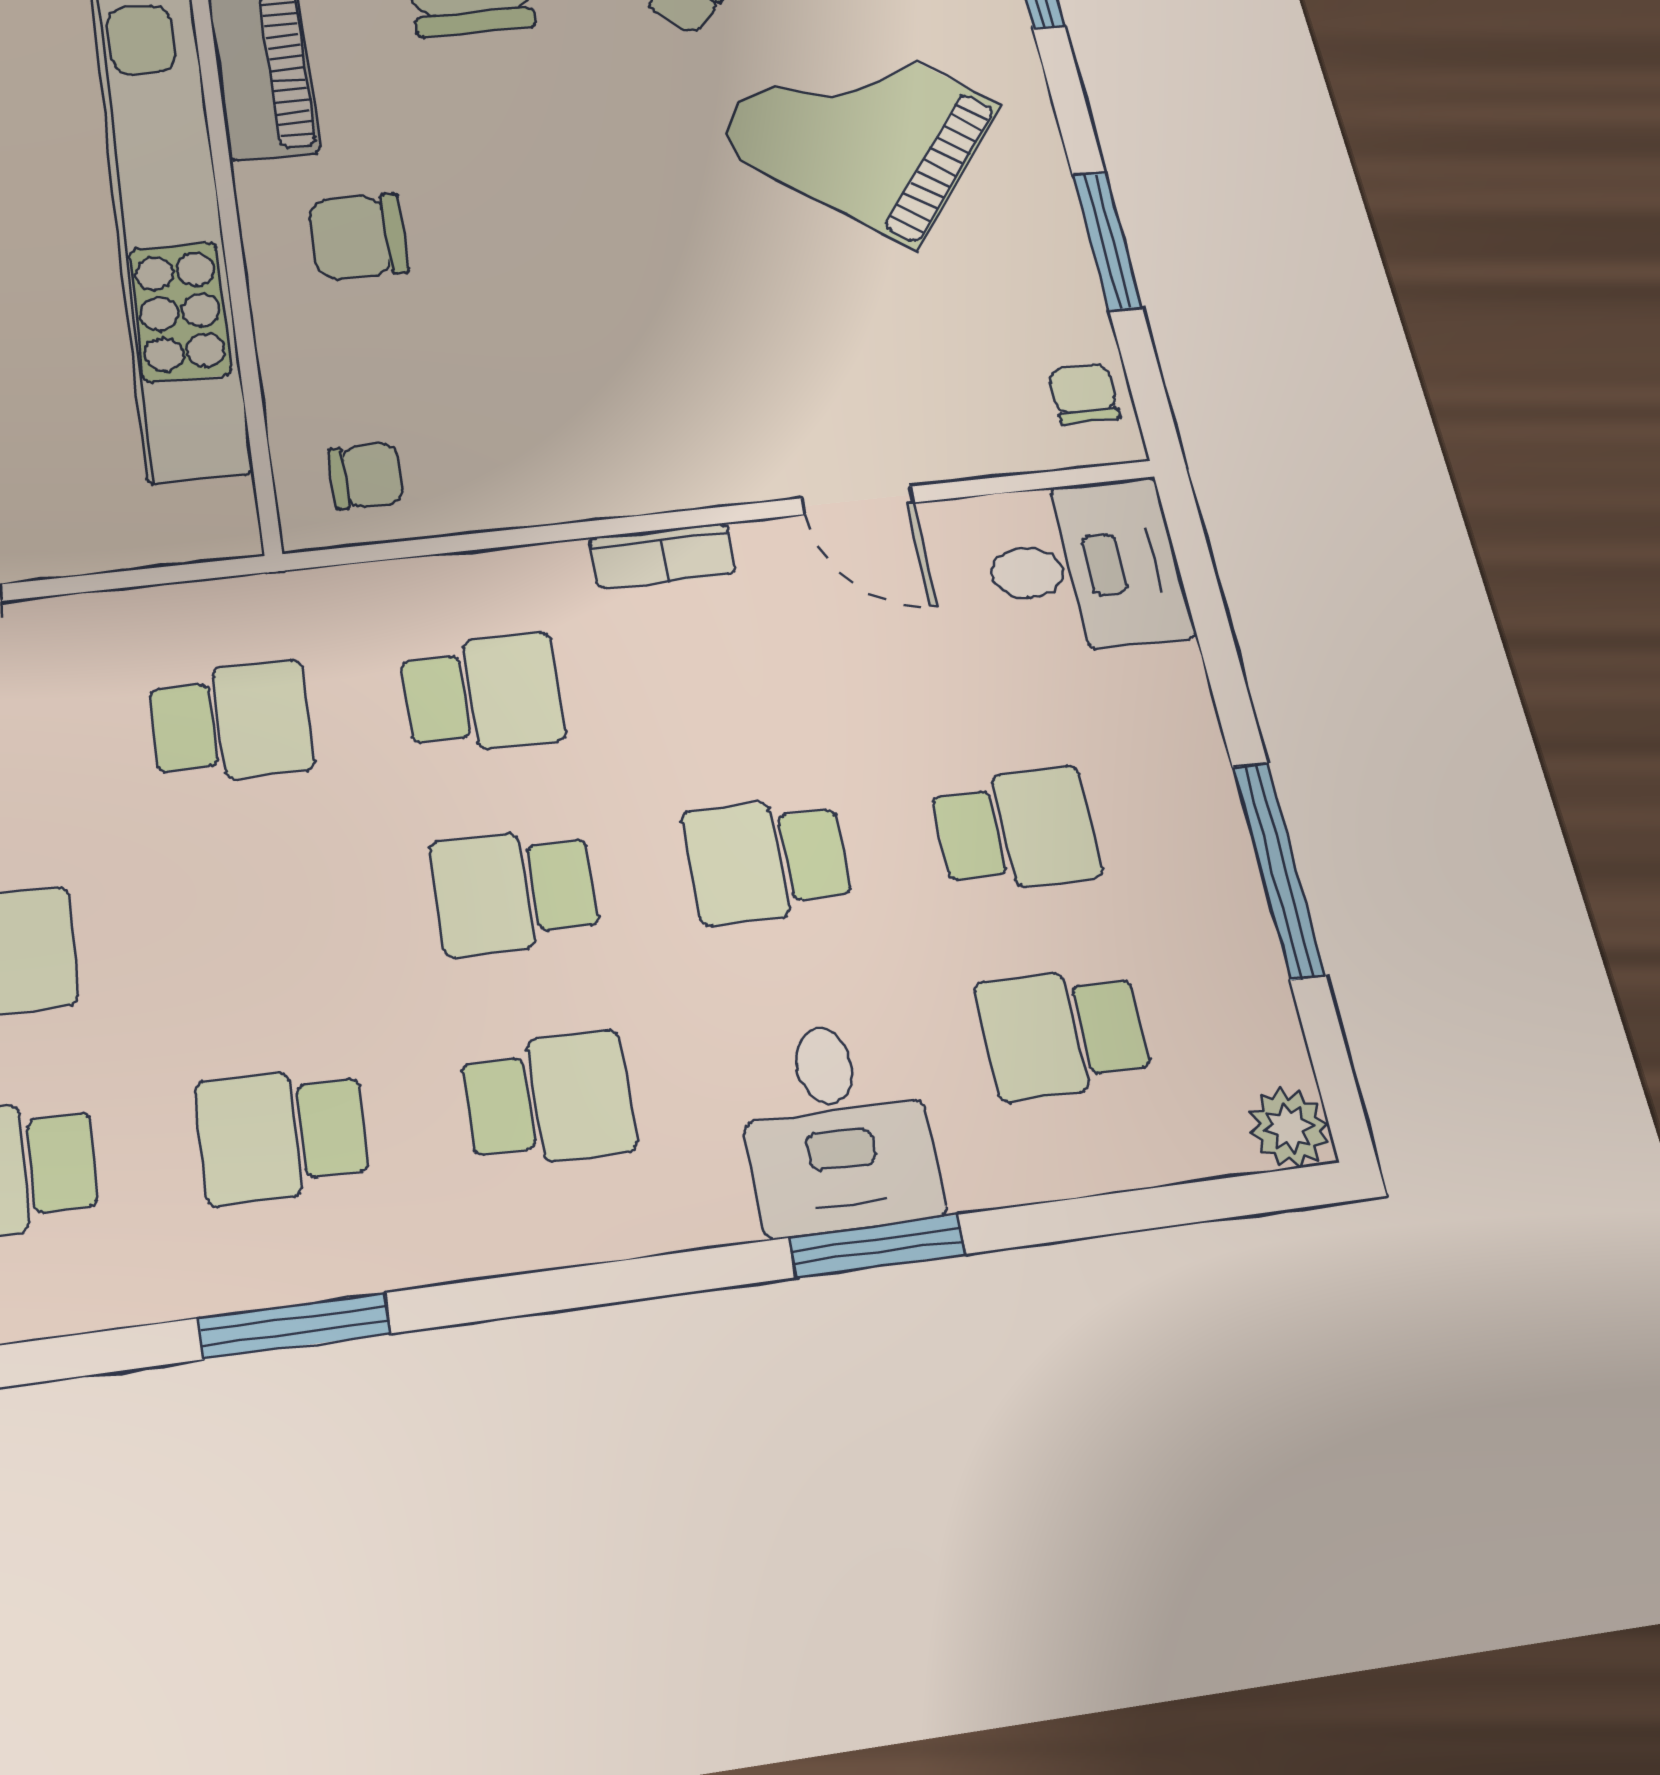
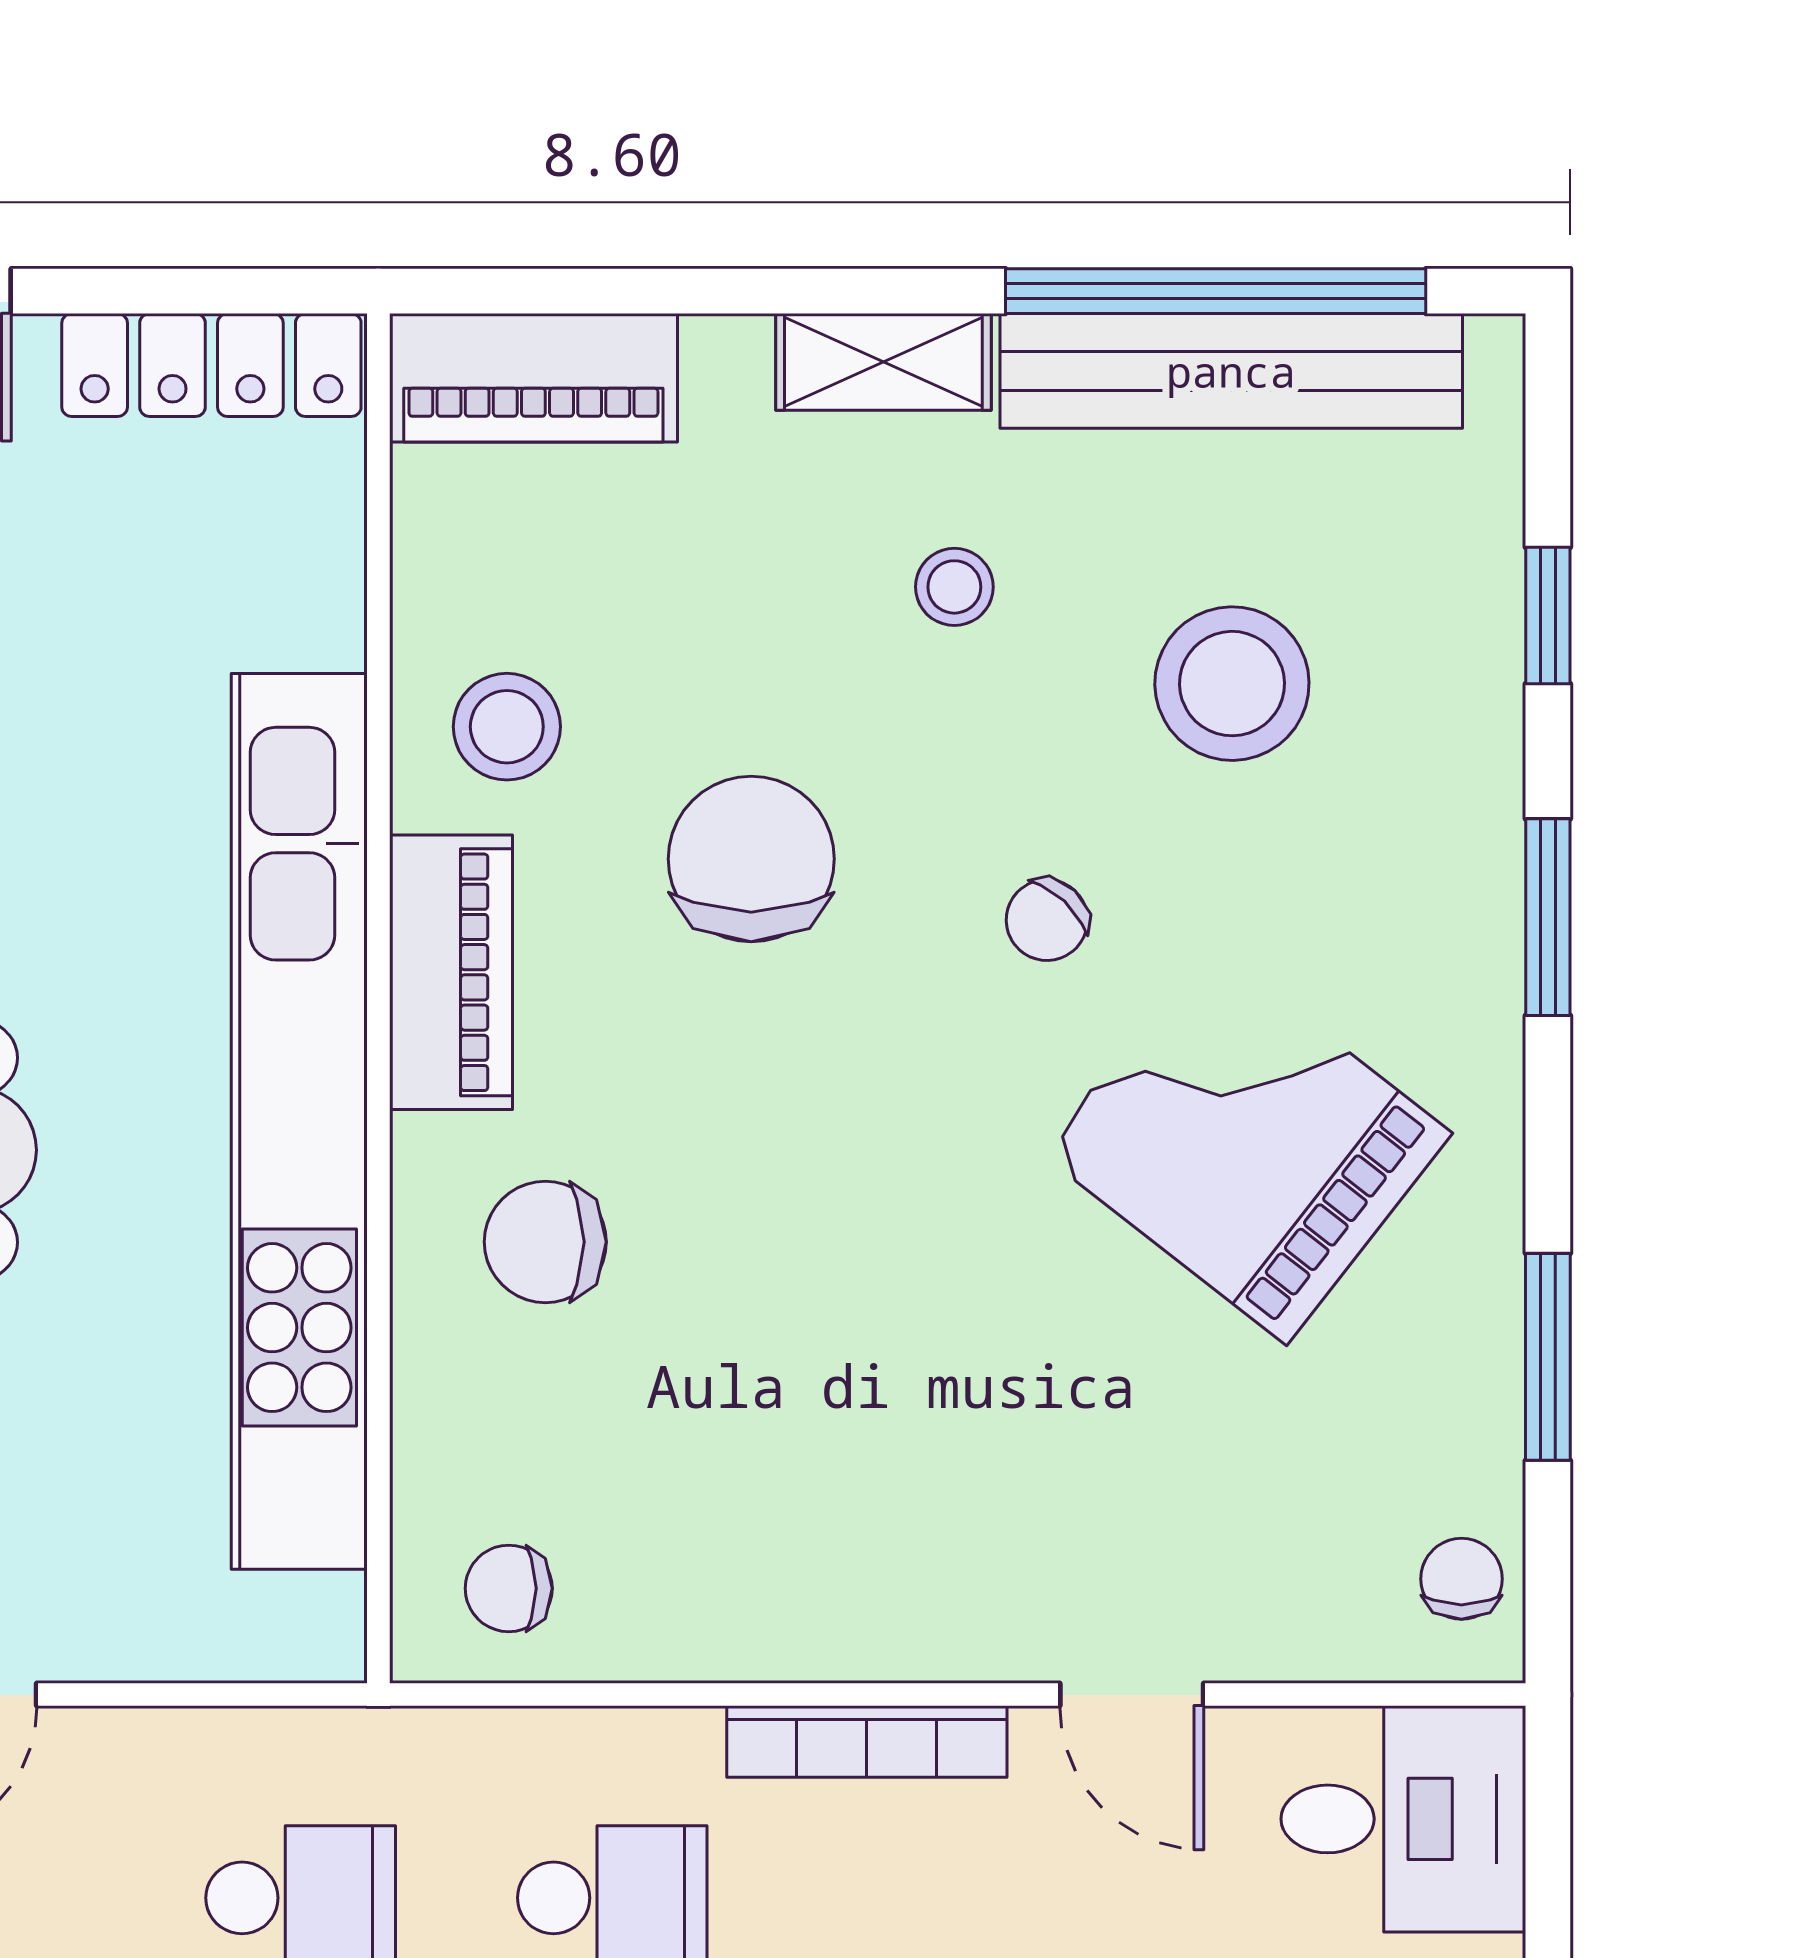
chair: (366, 476) -> (509, 1588), turned 180
bookcase: (662, 556) -> (867, 1742), width x1.56

